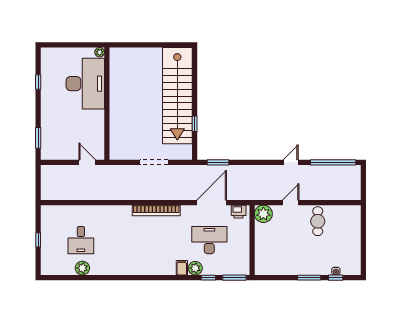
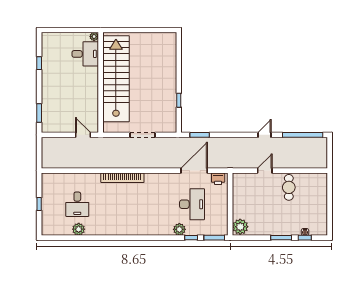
desk: (85, 84) -> (85, 54), width x0.53, depth x0.77
stairs: (177, 96) -> (116, 79), moved, turned 180
bookcase: (156, 210) -> (122, 178), moved
plant: (263, 214) -> (240, 227), moved
desk: (209, 240) -> (192, 204), turned 90
filing cabinet: (182, 268) -> (167, 229), removed

